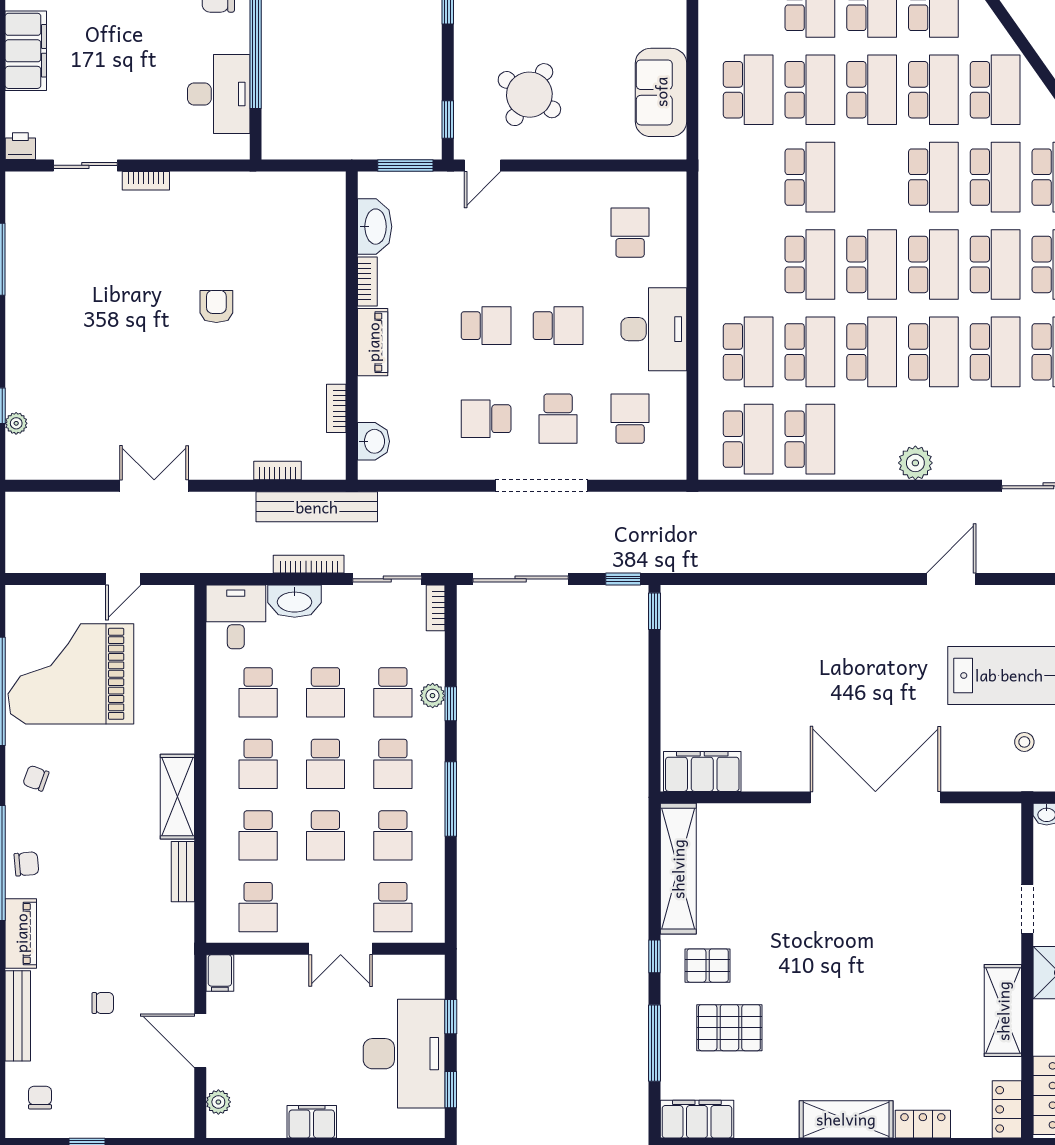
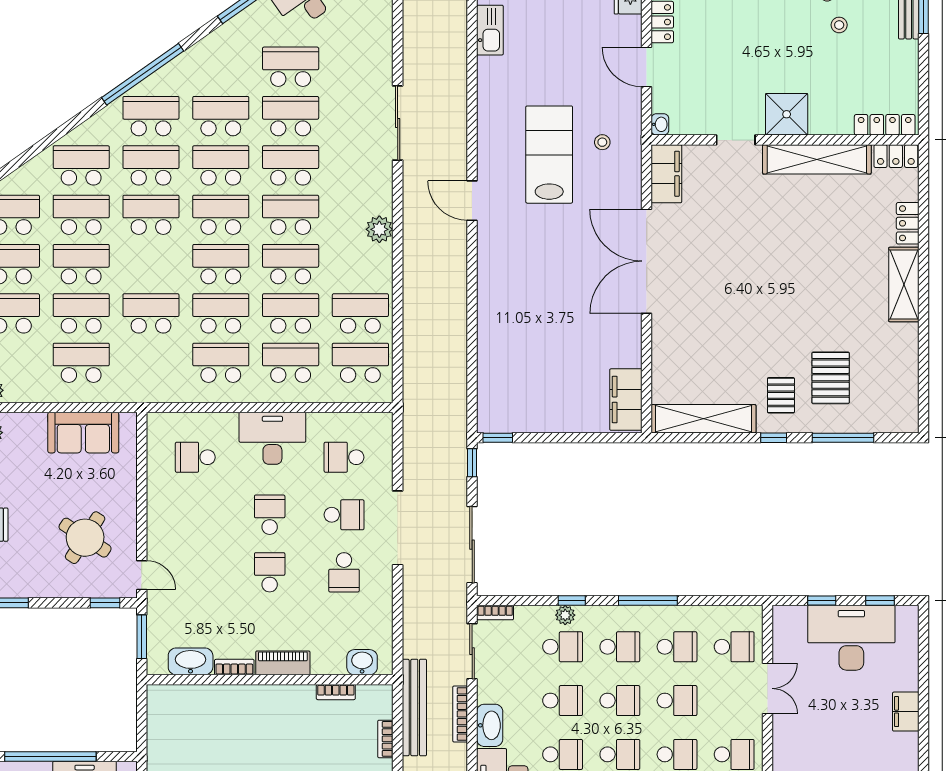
school desk: (748, 264) -> (221, 363), added
shelving: (1003, 1011) -> (817, 159), width x1.47
filing cabinet: (697, 1119) -> (666, 174), moved, turned 180

